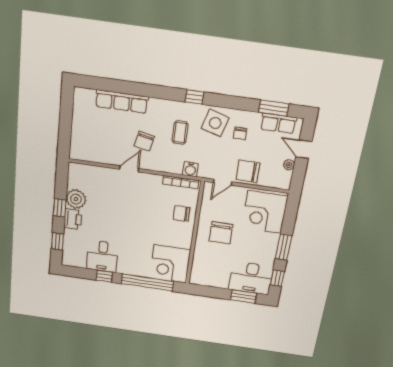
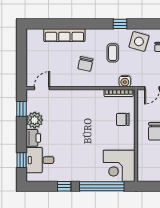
door: (129, 169) -> (42, 88), moved
window: (60, 208) -> (22, 109), moved
desk: (102, 256) -> (40, 160), moved, turned 90

